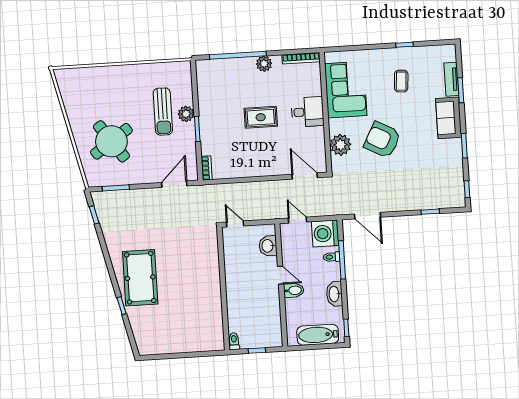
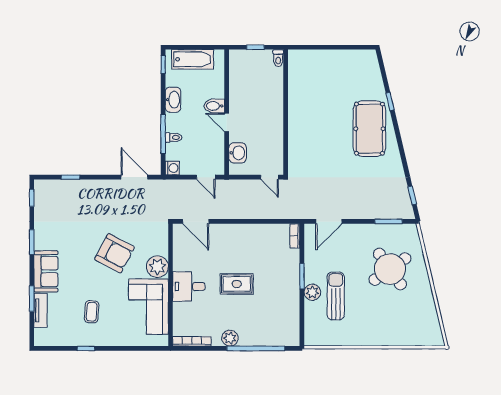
plant: (340, 145) -> (157, 267), moved
washing machine: (325, 233) -> (172, 168), width x0.53, depth x0.53

